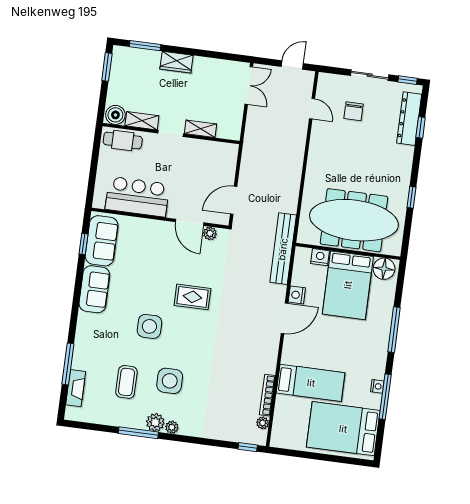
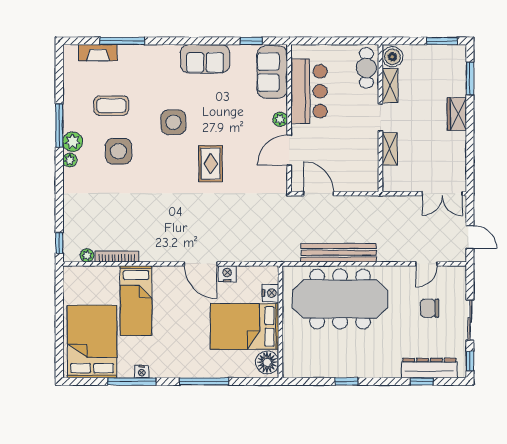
meeting table: (354, 220) -> (340, 299), moved, turned 90
plant: (210, 233) -> (280, 119), moved
sofa: (102, 241) -> (272, 72), moved, turned 90
bench: (283, 249) -> (339, 253), moved

